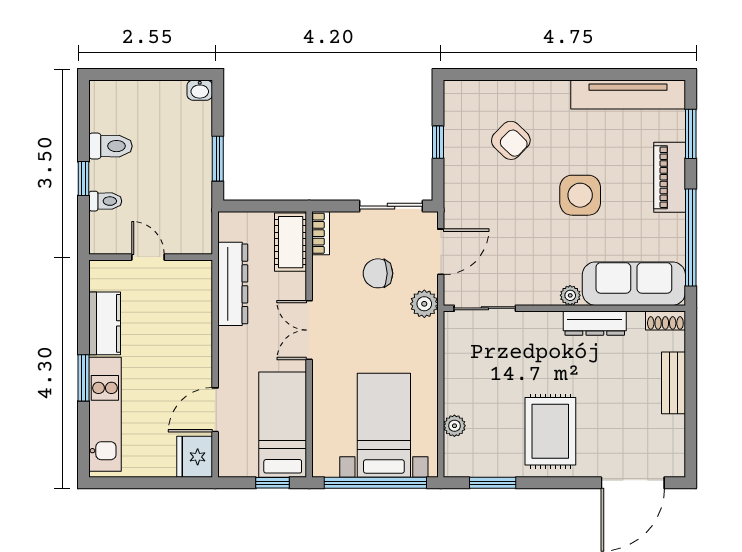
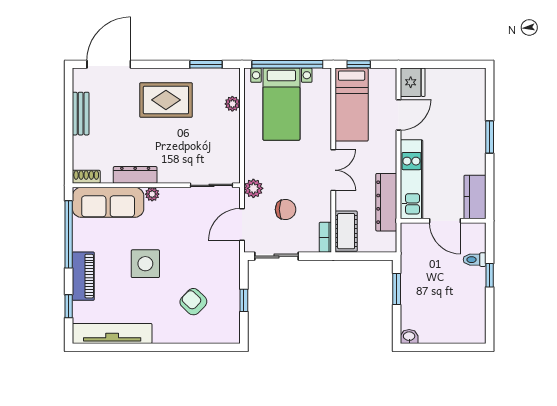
window: (691, 134) -> (69, 306), width x0.67
toilet: (110, 146) -> (471, 298), removed
door: (148, 257) -> (445, 221), width x1.38
kitchen counter: (105, 323) -> (475, 197), moved
bench: (673, 383) -> (81, 114), moved
kitchen unit: (105, 414) -> (411, 179), moved, turned 180
rug: (550, 431) -> (166, 100), turned 90

